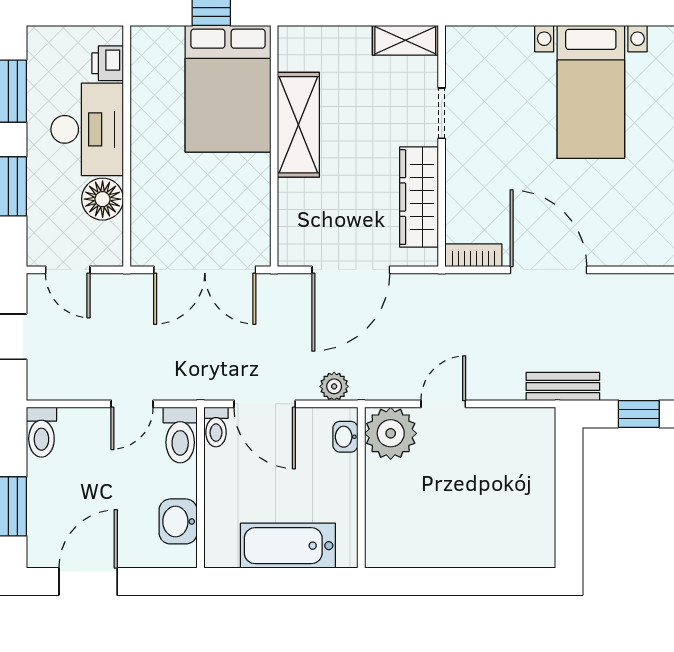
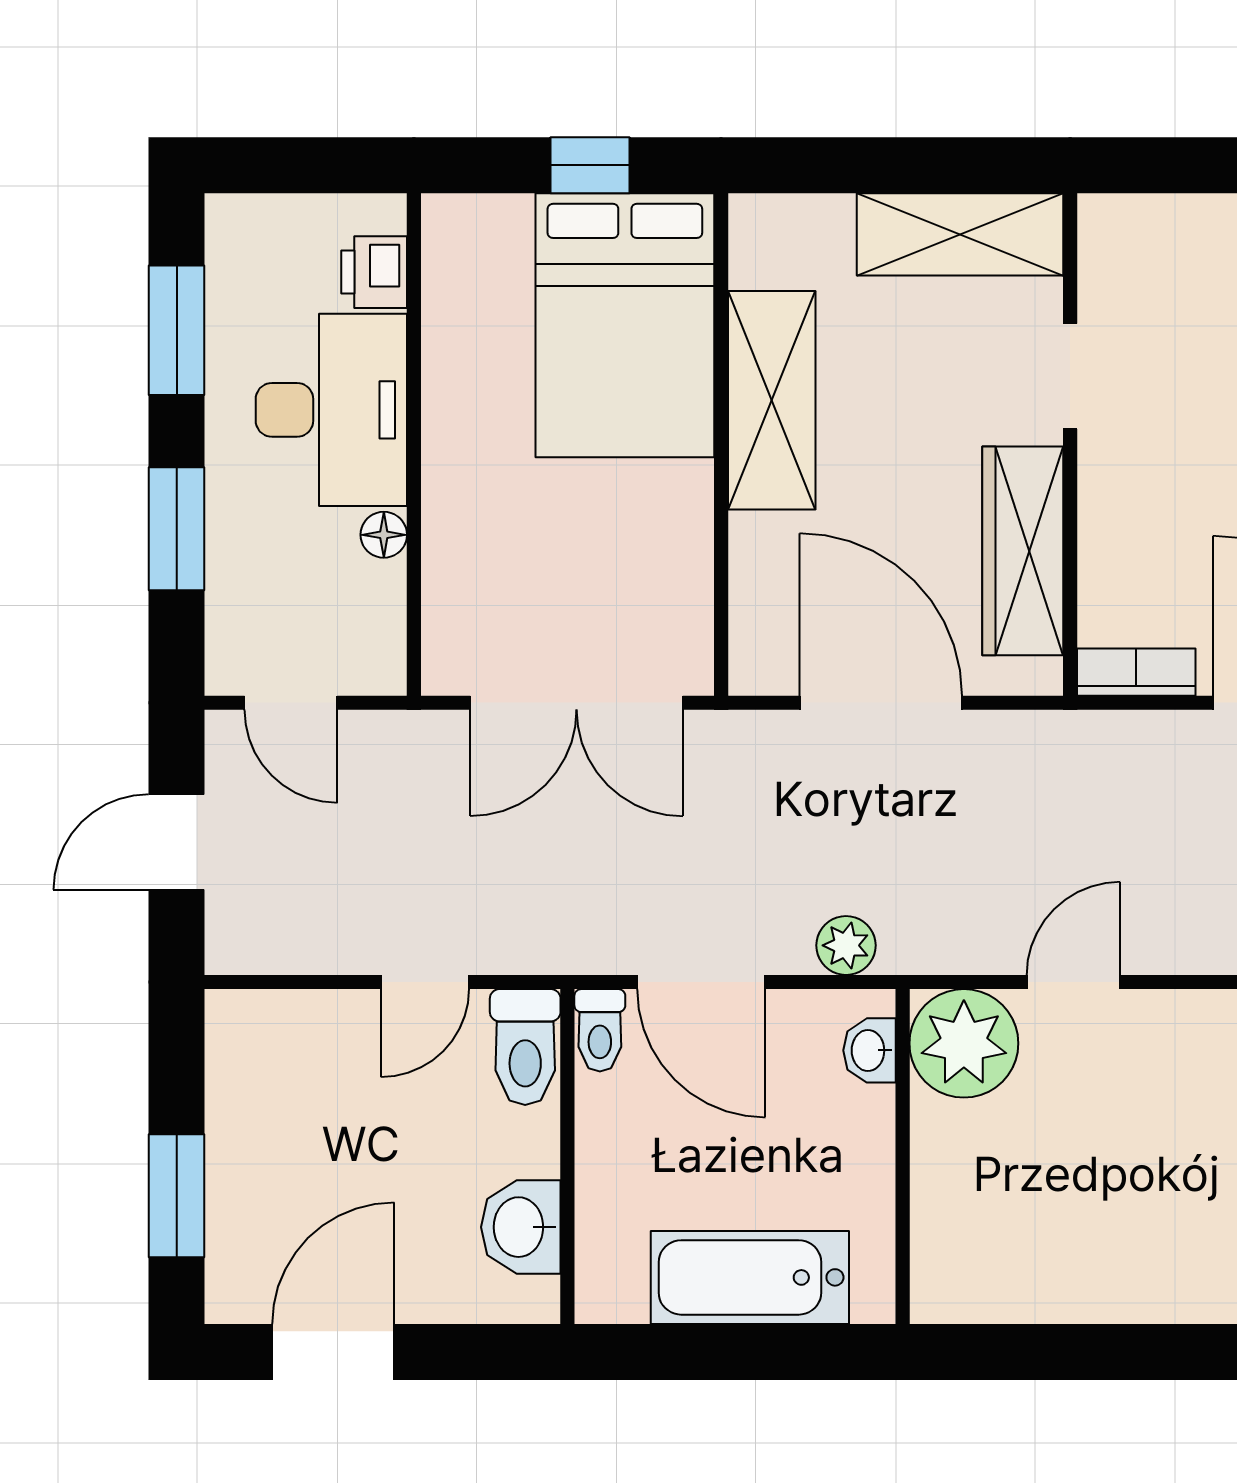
shelving: (405, 40) -> (960, 234), width x1.50, depth x1.33
floor lamp: (103, 199) -> (384, 535), width x0.53, depth x0.53
door: (351, 270) -> (881, 703), swing flipped
toilet: (41, 432) -> (236, 1041), removed

